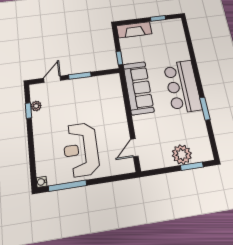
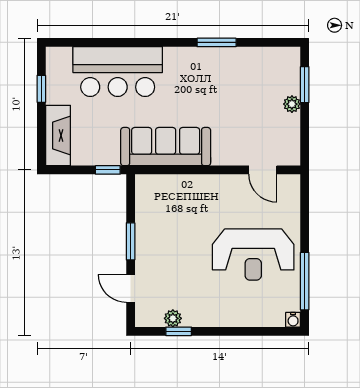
bar counter: (182, 86) -> (118, 72), moved
plant: (182, 154) -> (292, 104), width x0.53, depth x0.53

